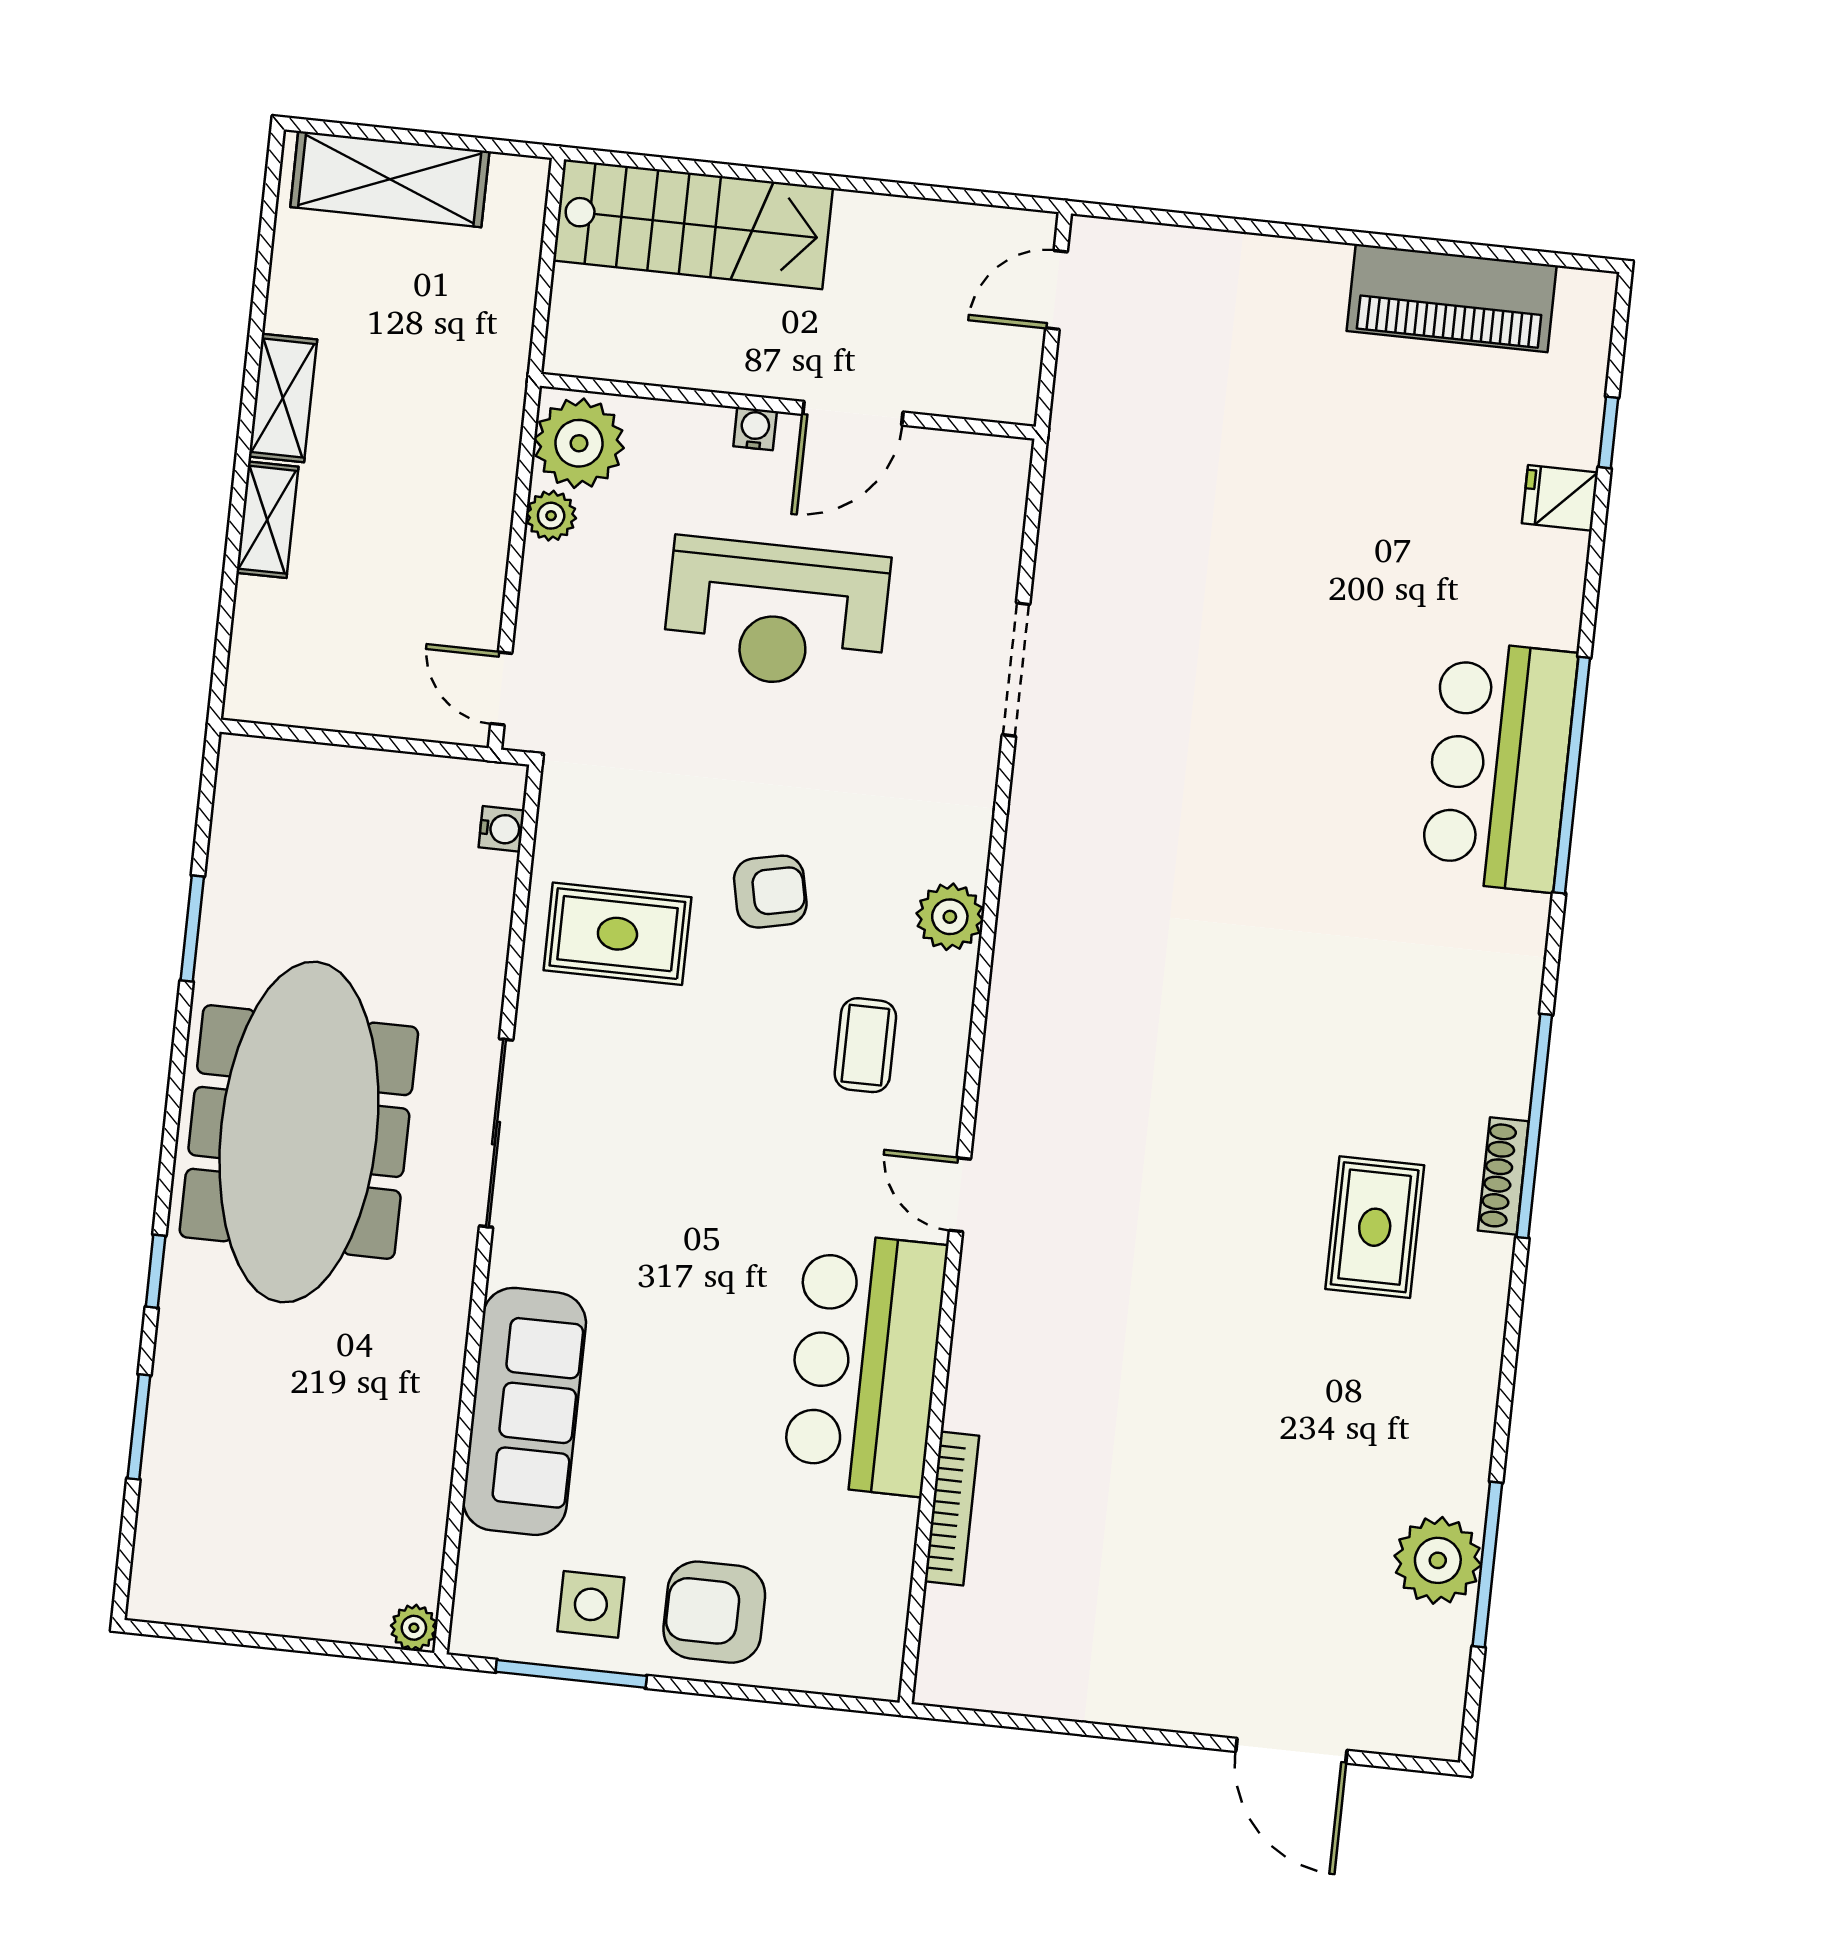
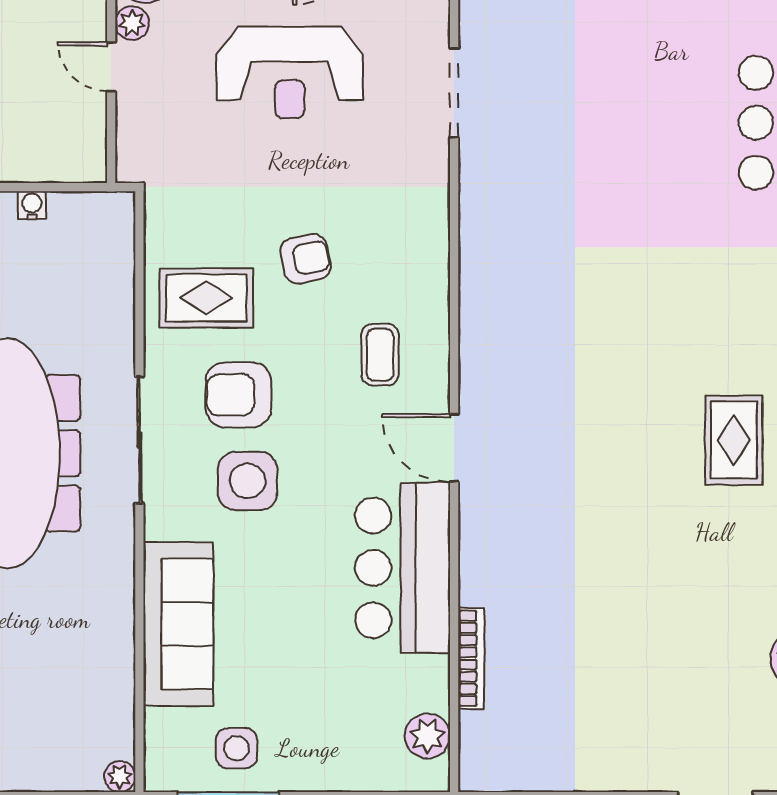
door: (501, 689) -> (111, 67), moved
water cooler: (501, 829) -> (32, 205), moved, turned -90
plant: (950, 917) -> (427, 736), moved
door: (960, 1195) -> (454, 448), width x1.37
side table: (649, 1211) -> (247, 481), added
armchair: (714, 1612) -> (238, 395), moved

